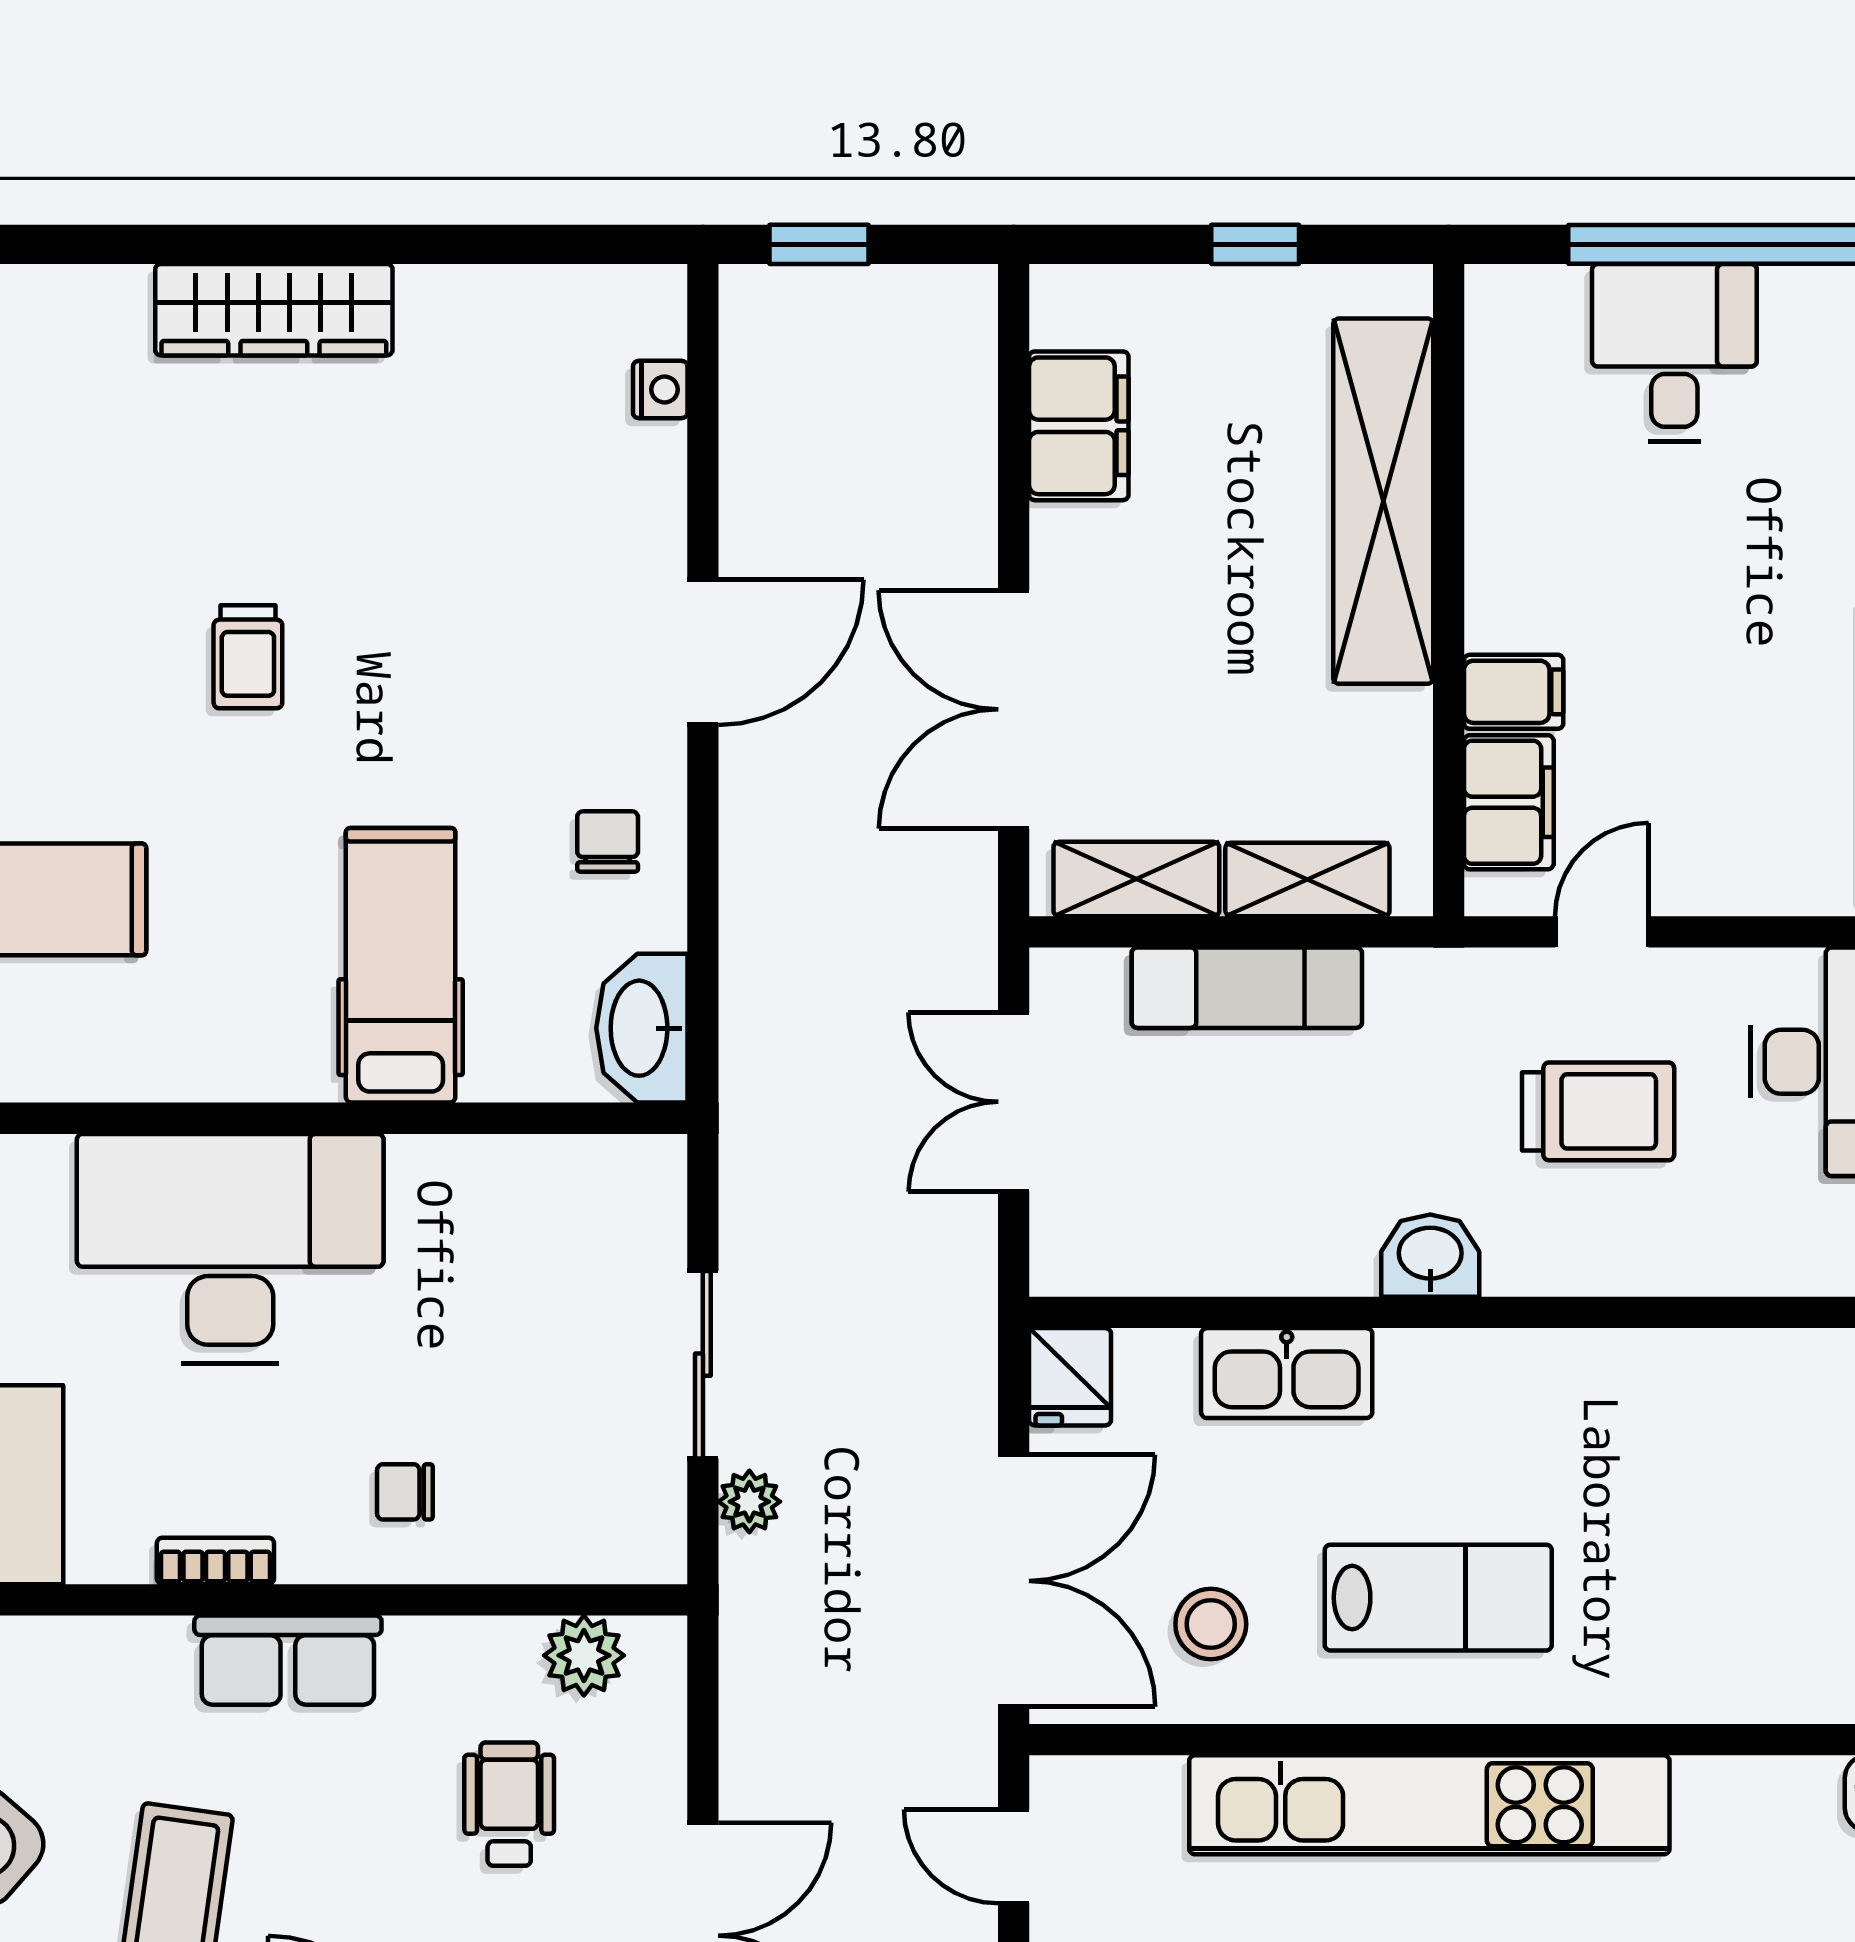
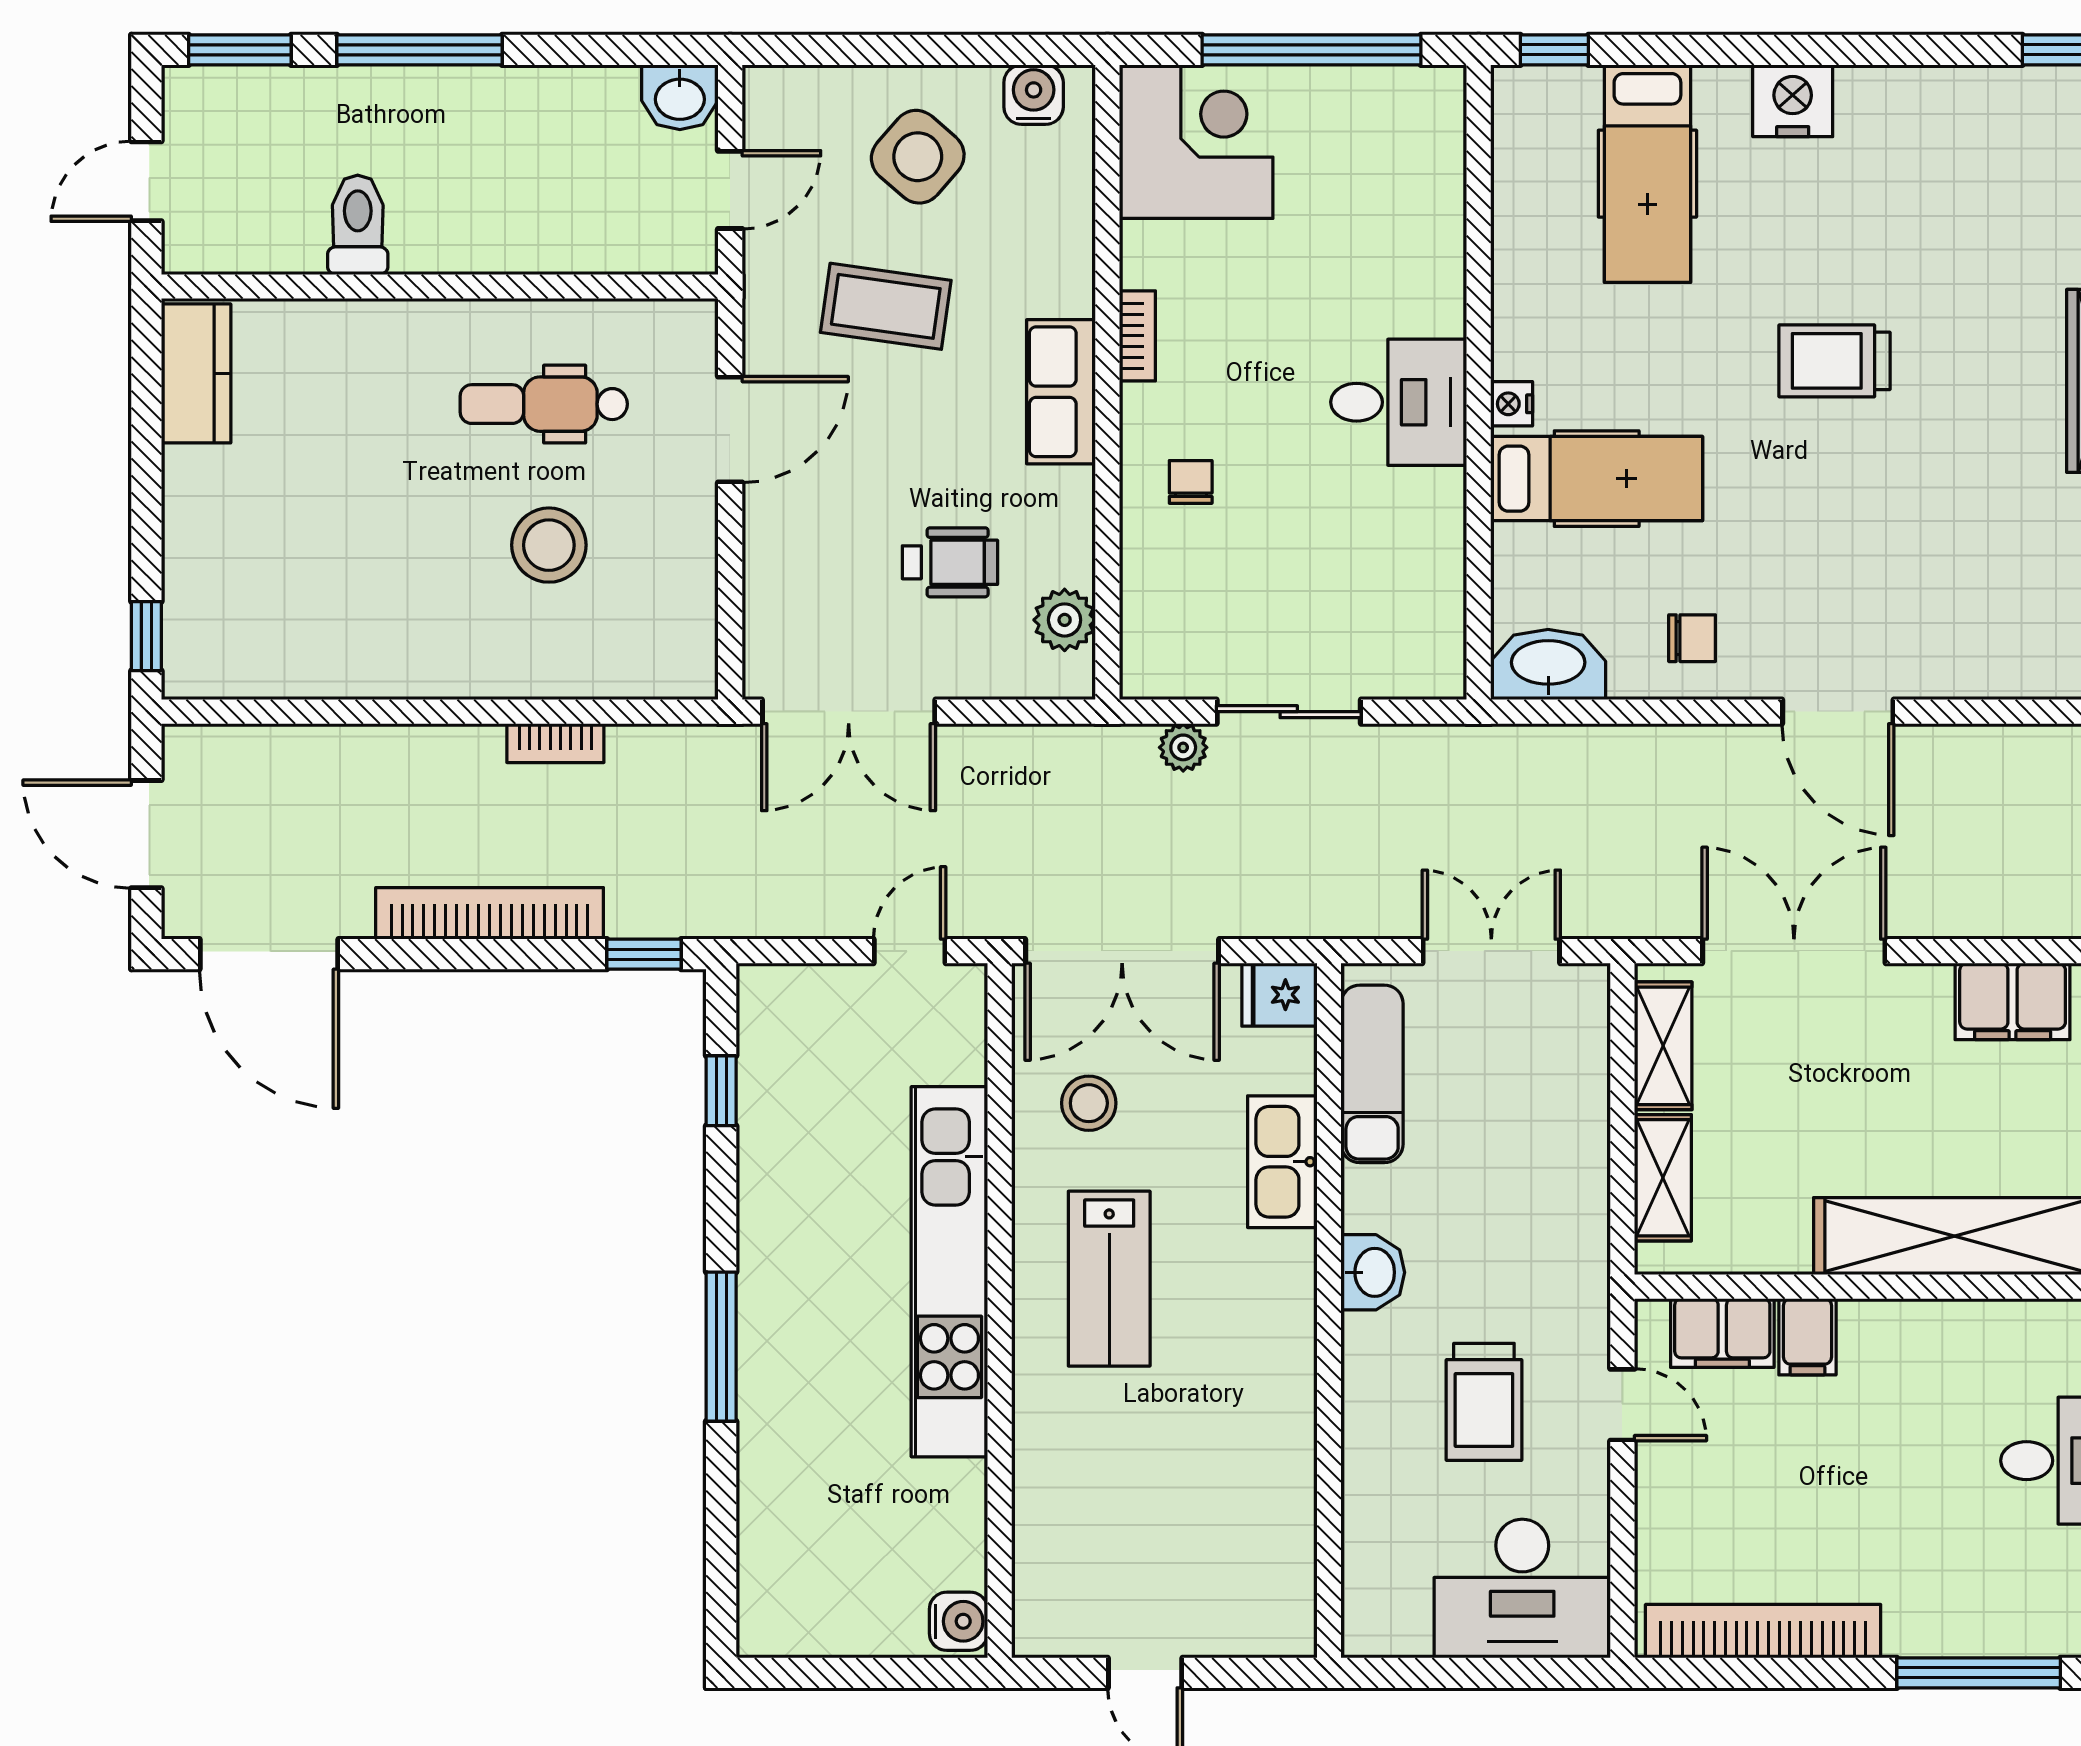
nightstand: (660, 389) -> (1512, 404), moved, turned 90
trolley: (248, 657) -> (1835, 361), width x1.36, depth x1.39
exam couch: (1247, 988) -> (1372, 1074), moved, turned 180
desk: (230, 1248) -> (1399, 402), width x0.53, depth x0.77

